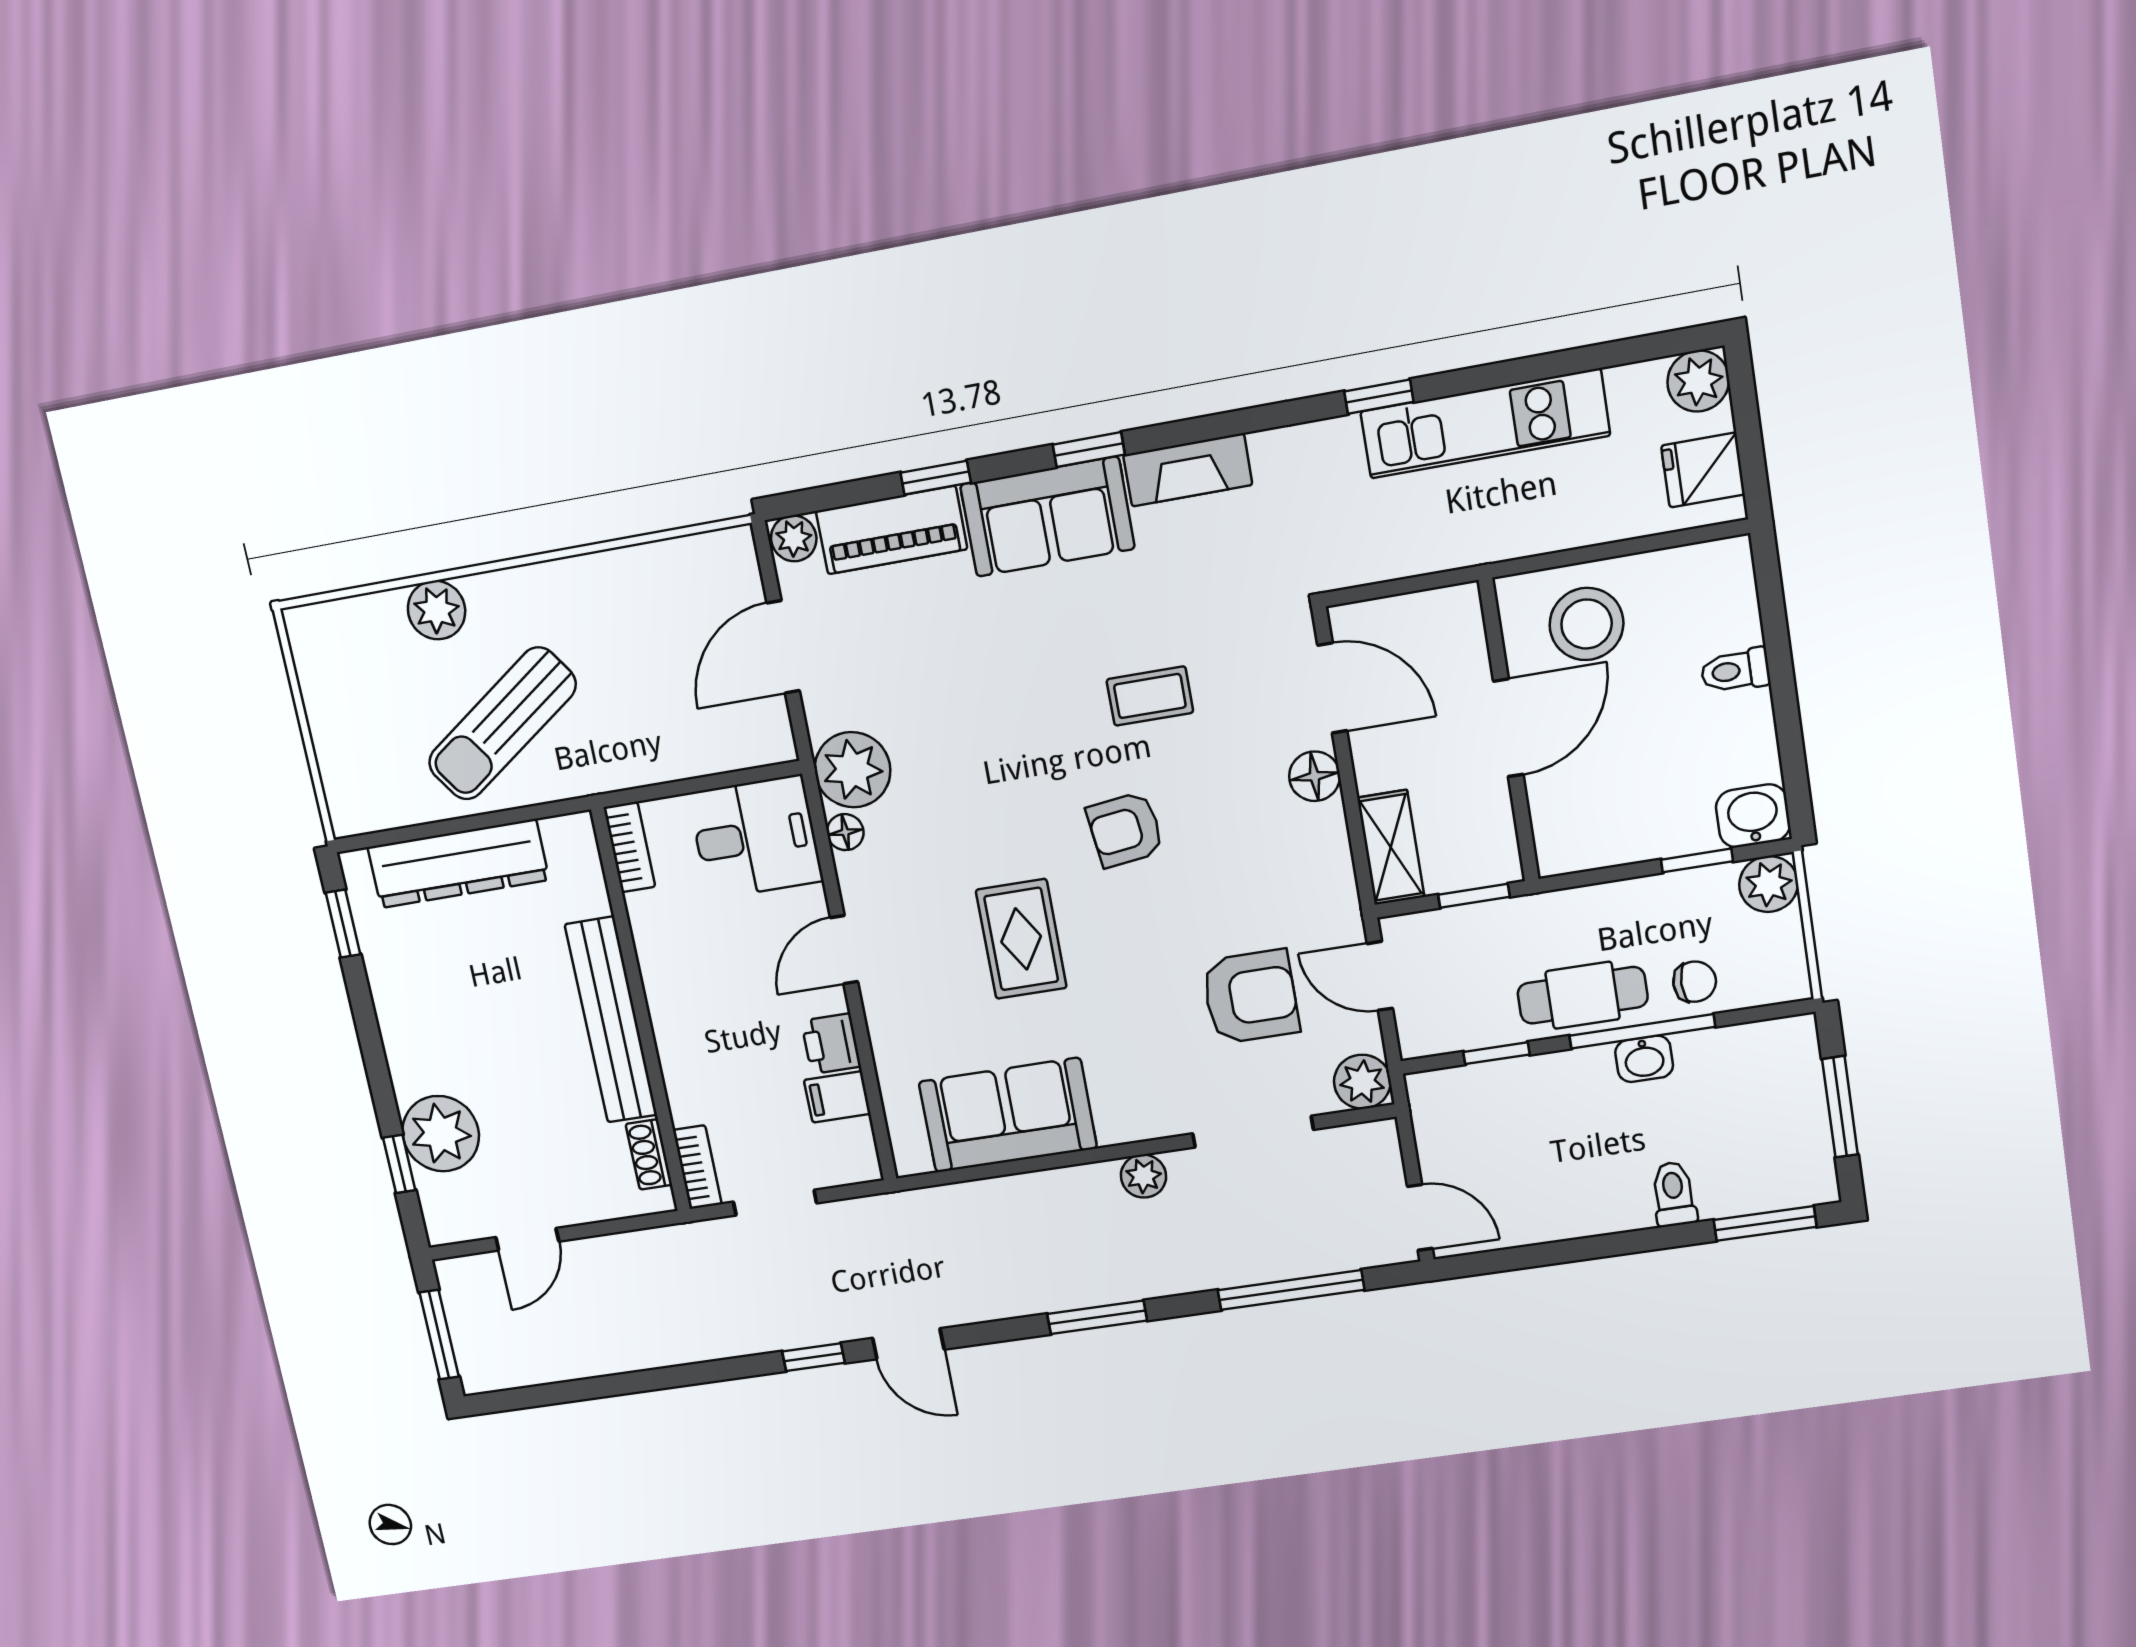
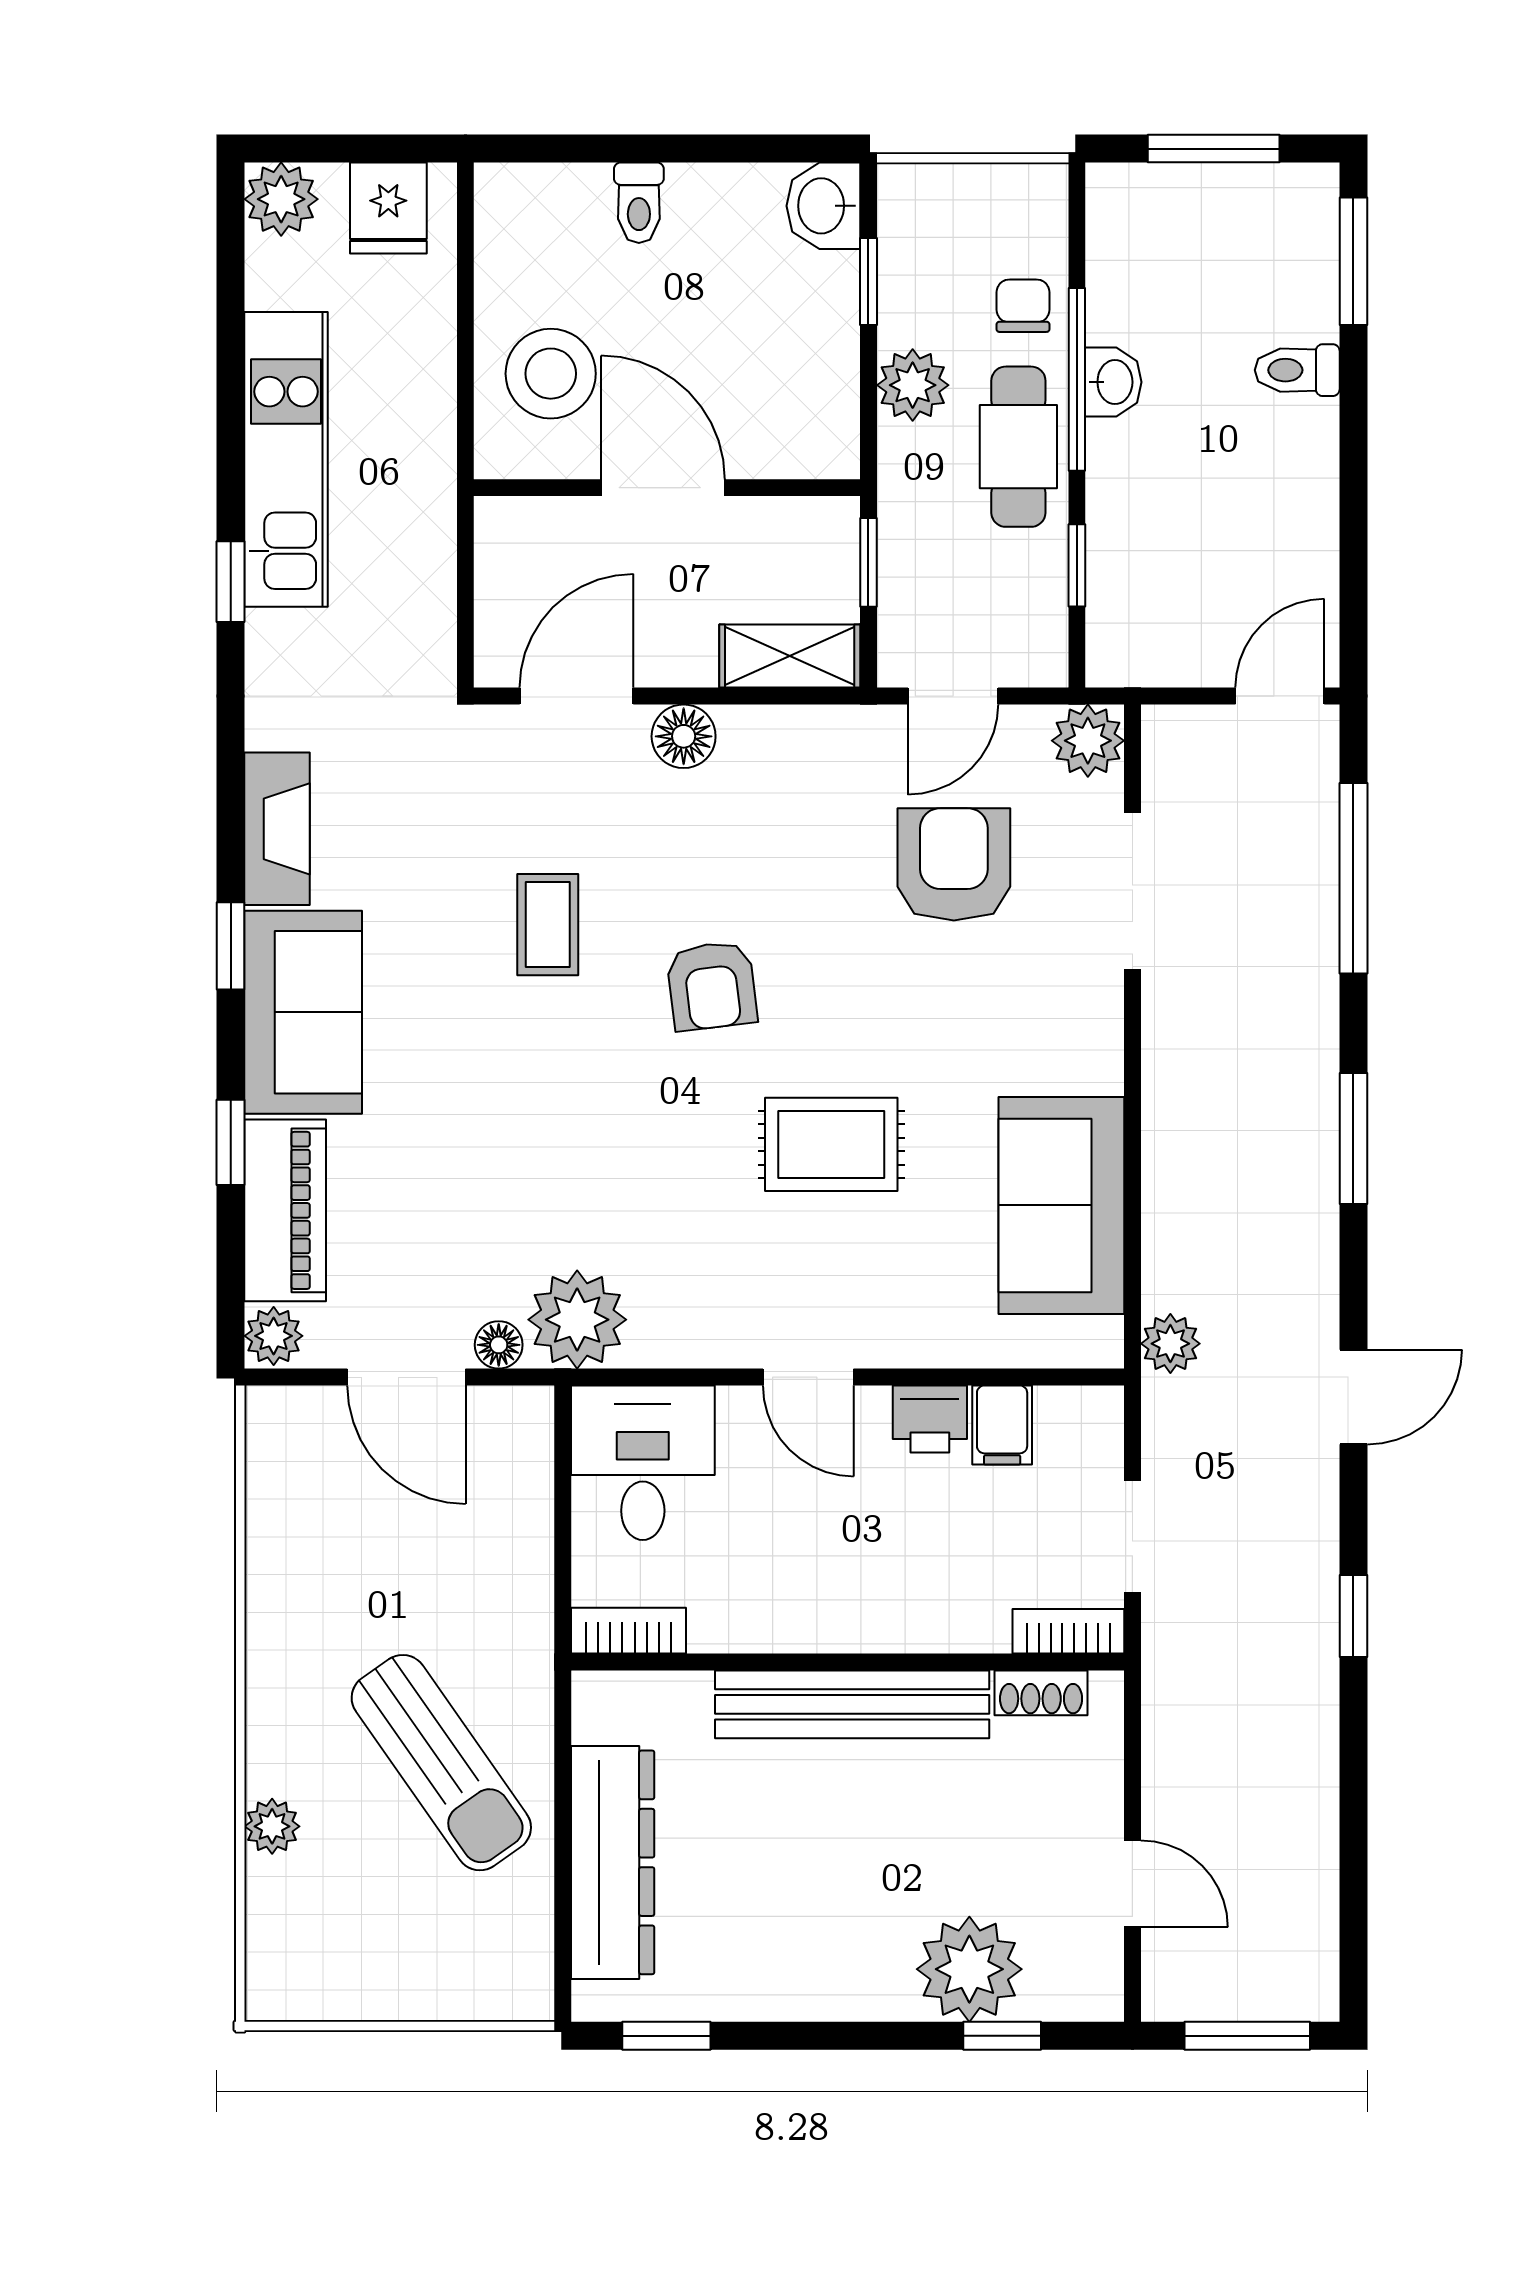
plant: (436, 610) -> (272, 1826), width x0.73, depth x0.73
floor lamp: (845, 832) -> (499, 1345), moved
plant: (1769, 884) -> (913, 385), moved
plant: (1143, 1176) -> (1170, 1344), moved
window: (813, 1357) -> (1353, 1616), moved

